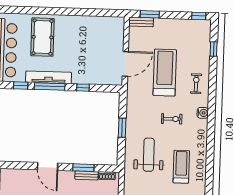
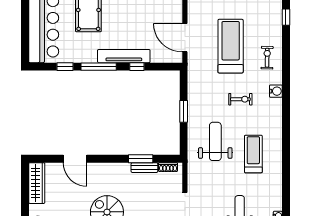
door: (125, 64) -> (185, 38), swing flipped
tv unit: (49, 77) -> (124, 56), moved
door: (48, 166) -> (75, 159), moved

